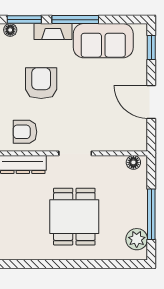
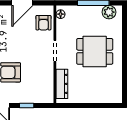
armchair: (25, 132) -> (43, 23), moved

